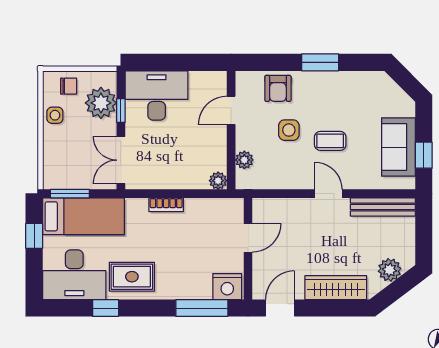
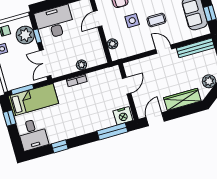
plant: (218, 181) -> (81, 65), moved
desk: (74, 275) -> (33, 134), width x0.73
rug: (132, 277) -> (69, 125), removed

